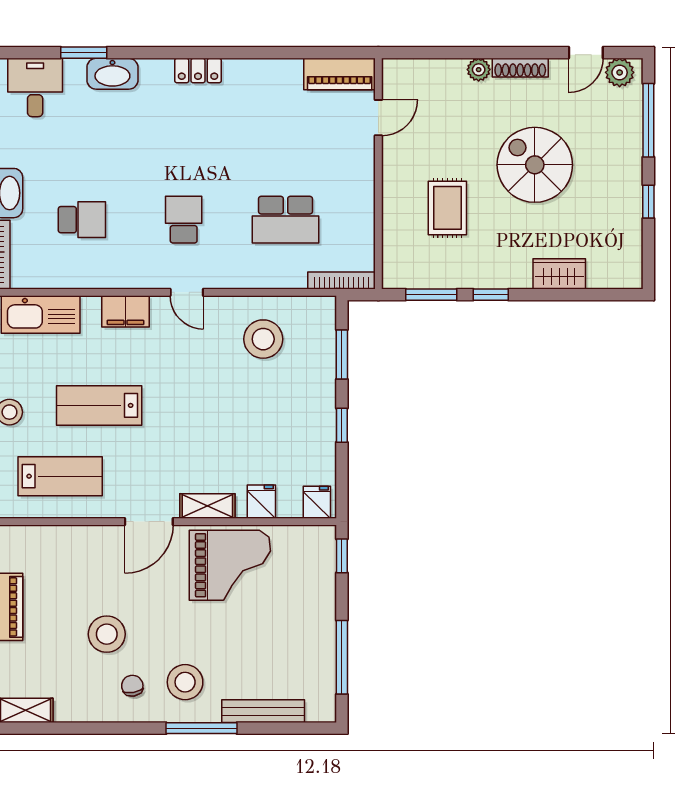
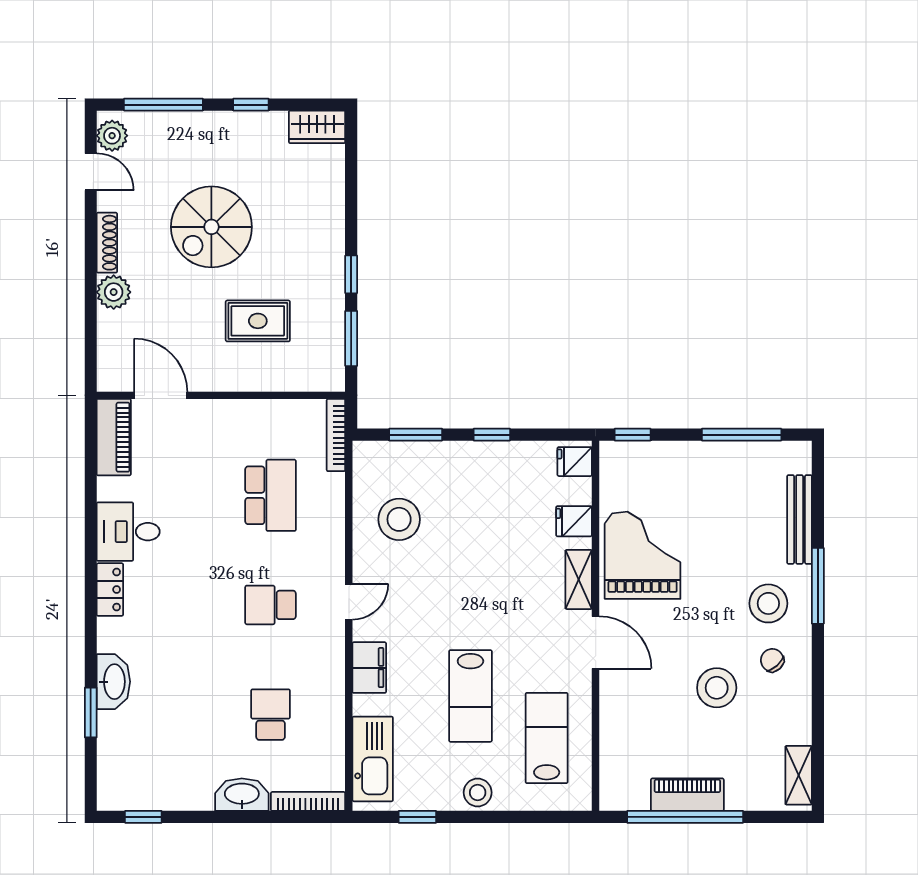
plant: (479, 70) -> (114, 292), width x1.38, depth x1.38
desk: (35, 87) -> (128, 532), moved
door: (378, 118) -> (161, 395), width x1.38
wardrobe: (559, 274) -> (317, 127), moved, turned -90
chair: (132, 686) -> (772, 660), turned 58

